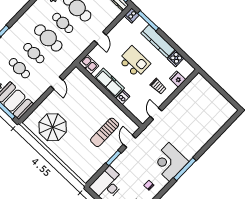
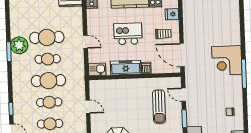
door: (156, 114) -> (182, 55), width x1.87
corner desk: (169, 162) -> (227, 61), moved

